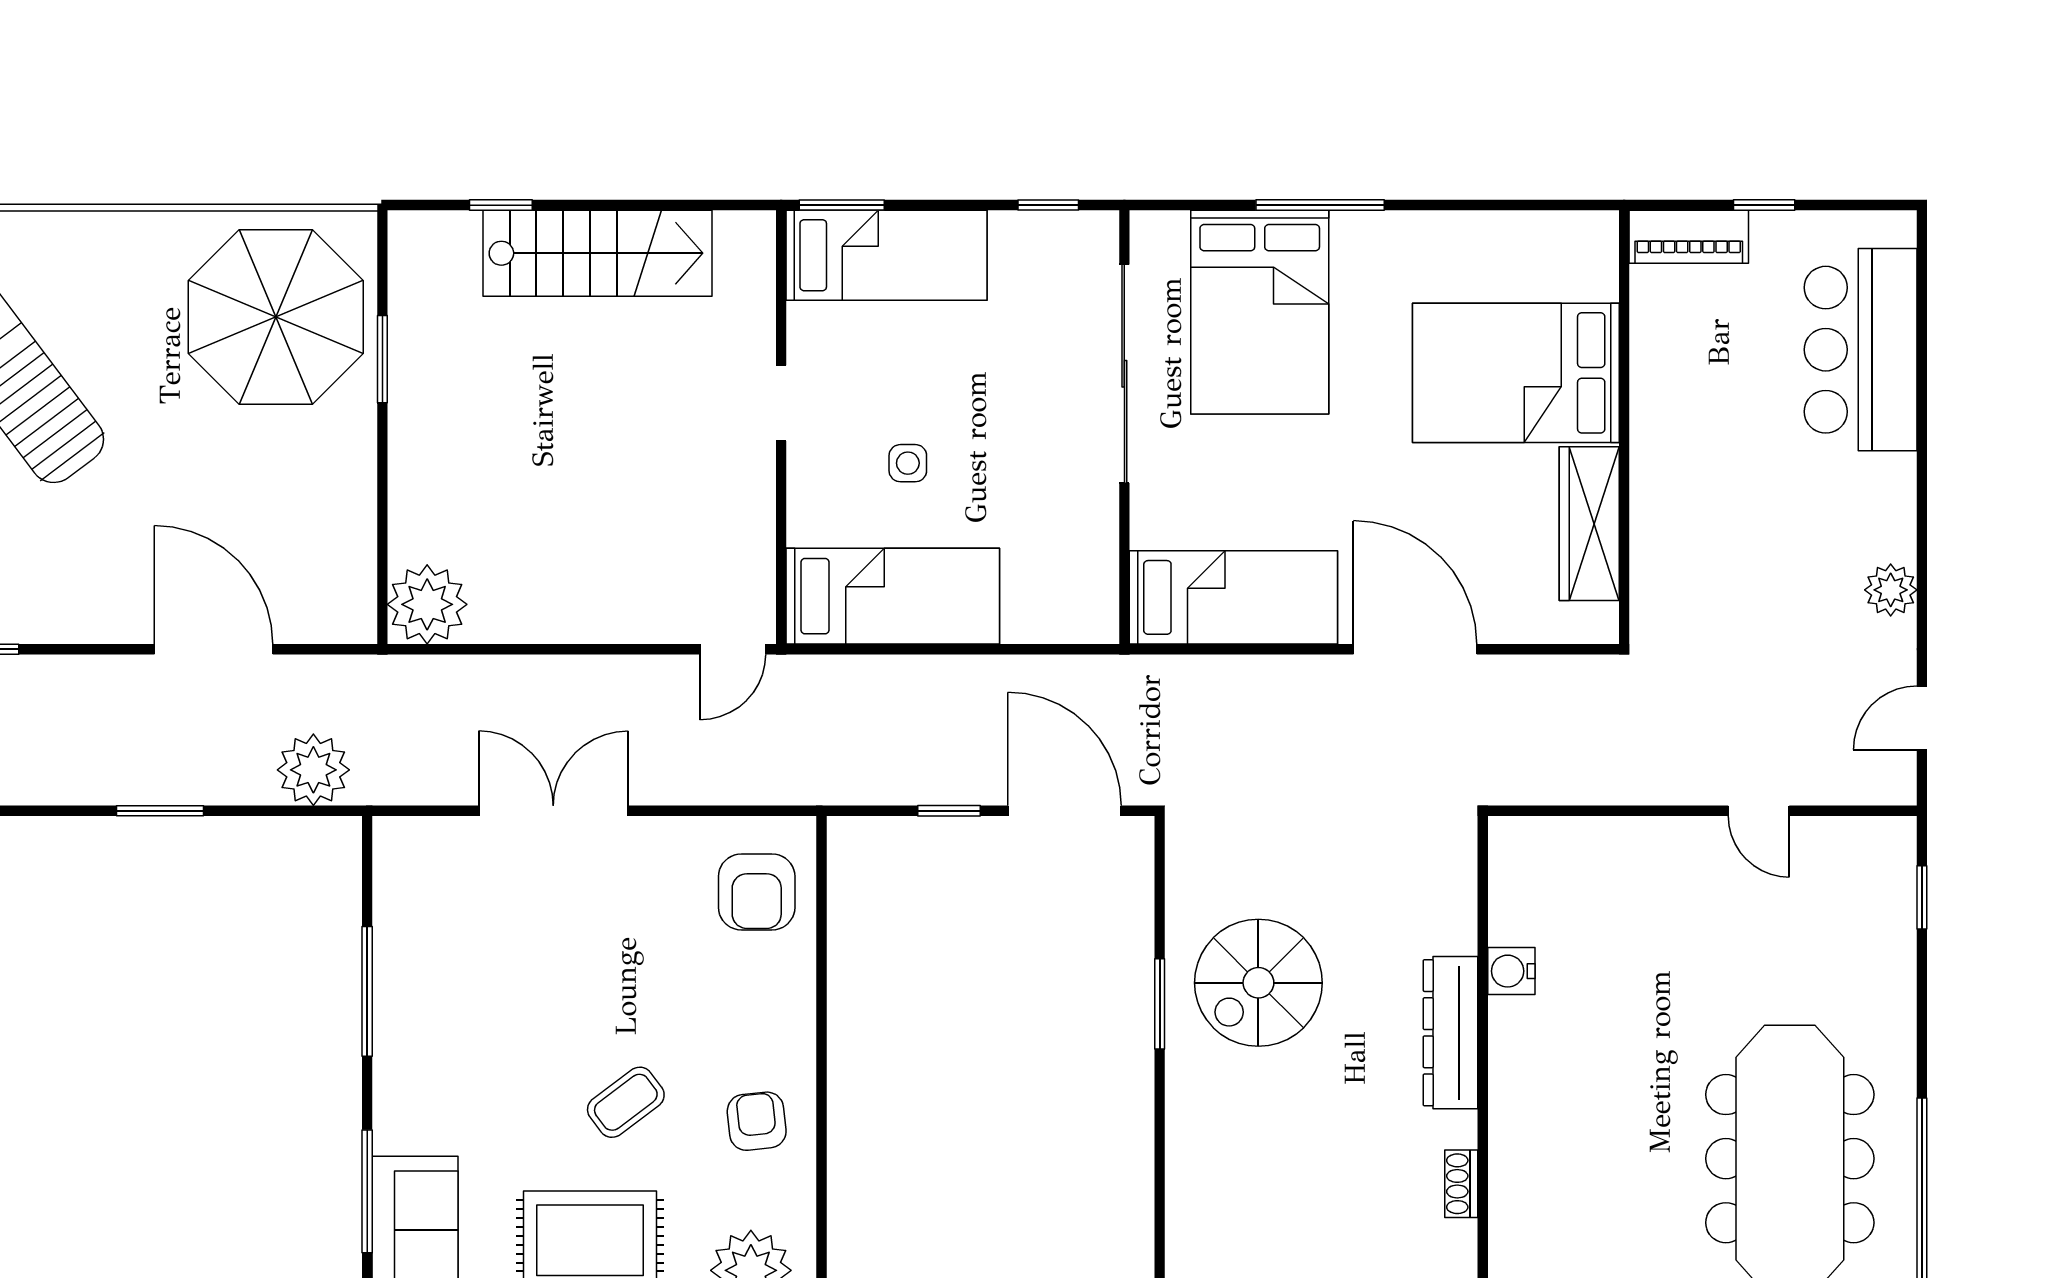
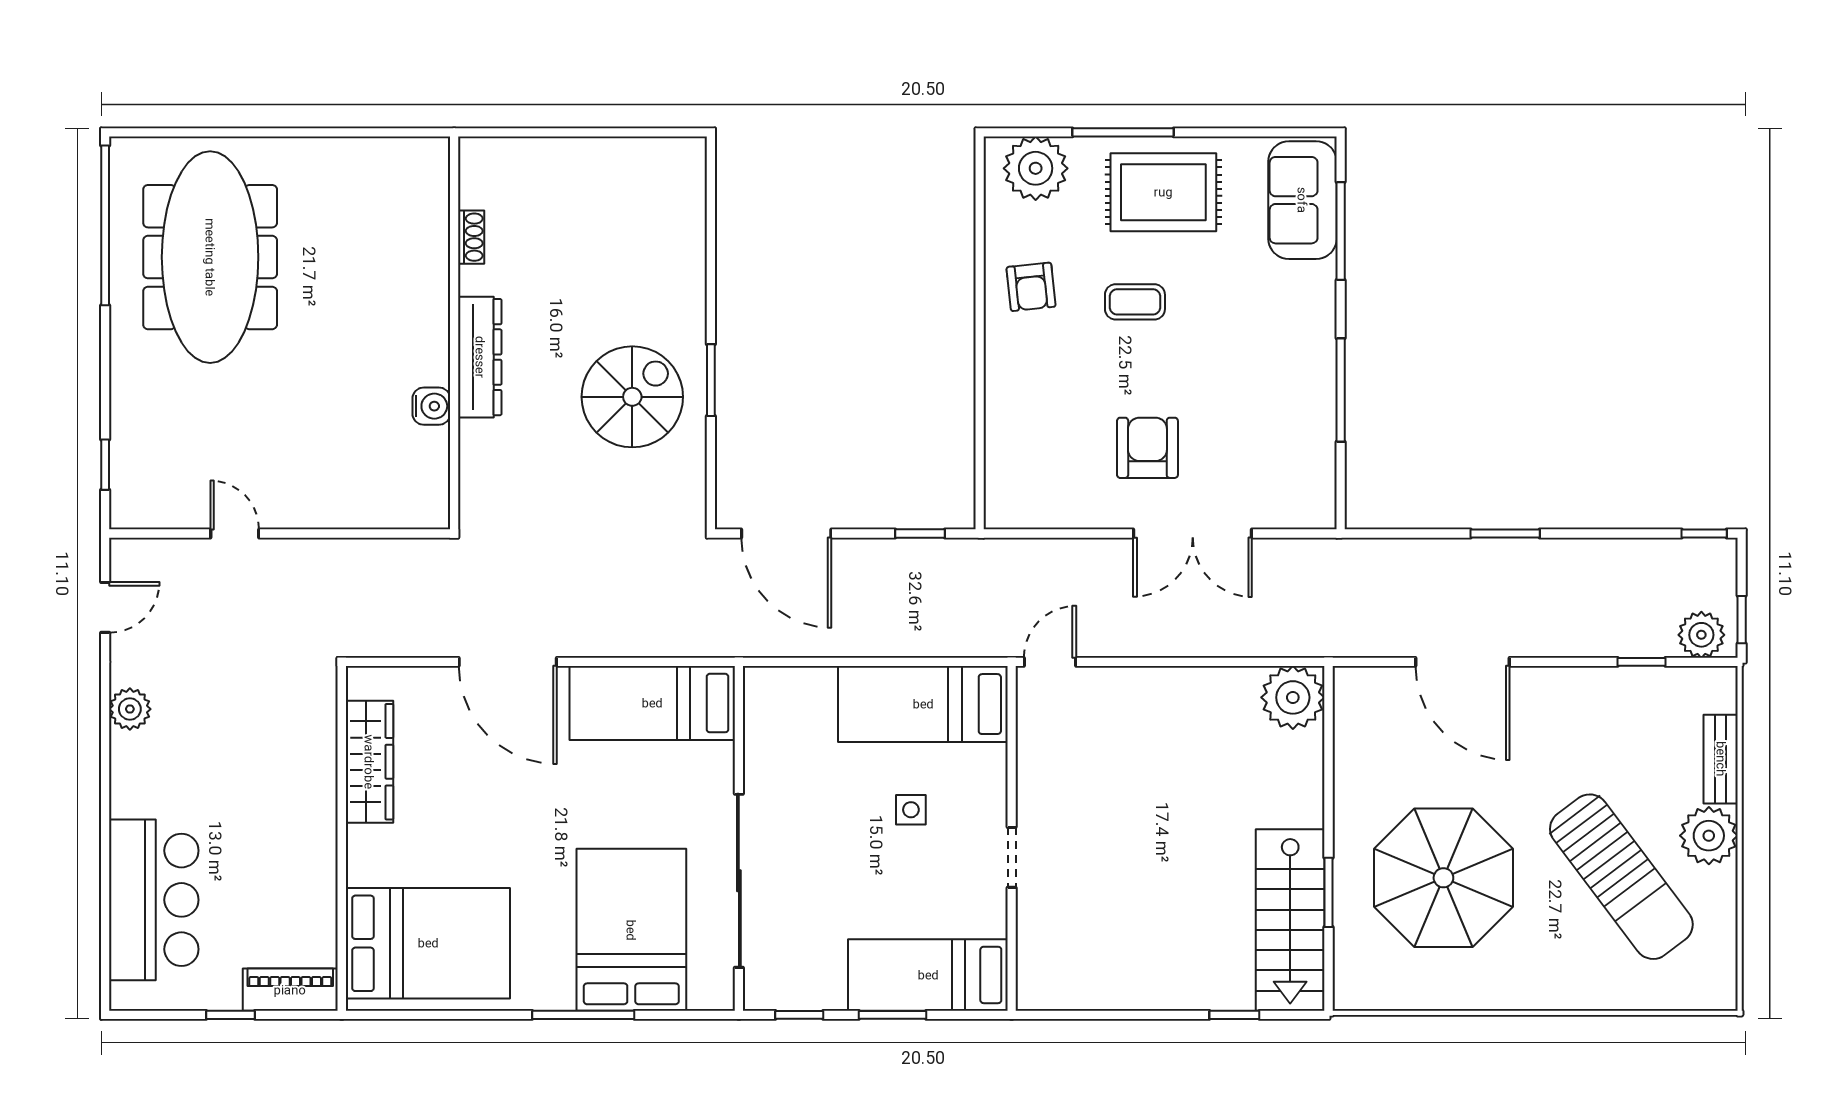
window: (842, 205) -> (893, 1015), moved
stairs: (598, 253) -> (1290, 920), moved, turned -90
parasol: (276, 317) -> (1443, 878), moved
bed: (1516, 373) -> (428, 943), moved
plant: (313, 770) -> (1383, 566), removed
window: (949, 811) -> (920, 533), moved
armchair: (757, 892) -> (1147, 448), moved
coffee table: (626, 1102) -> (1135, 302), turned 37

